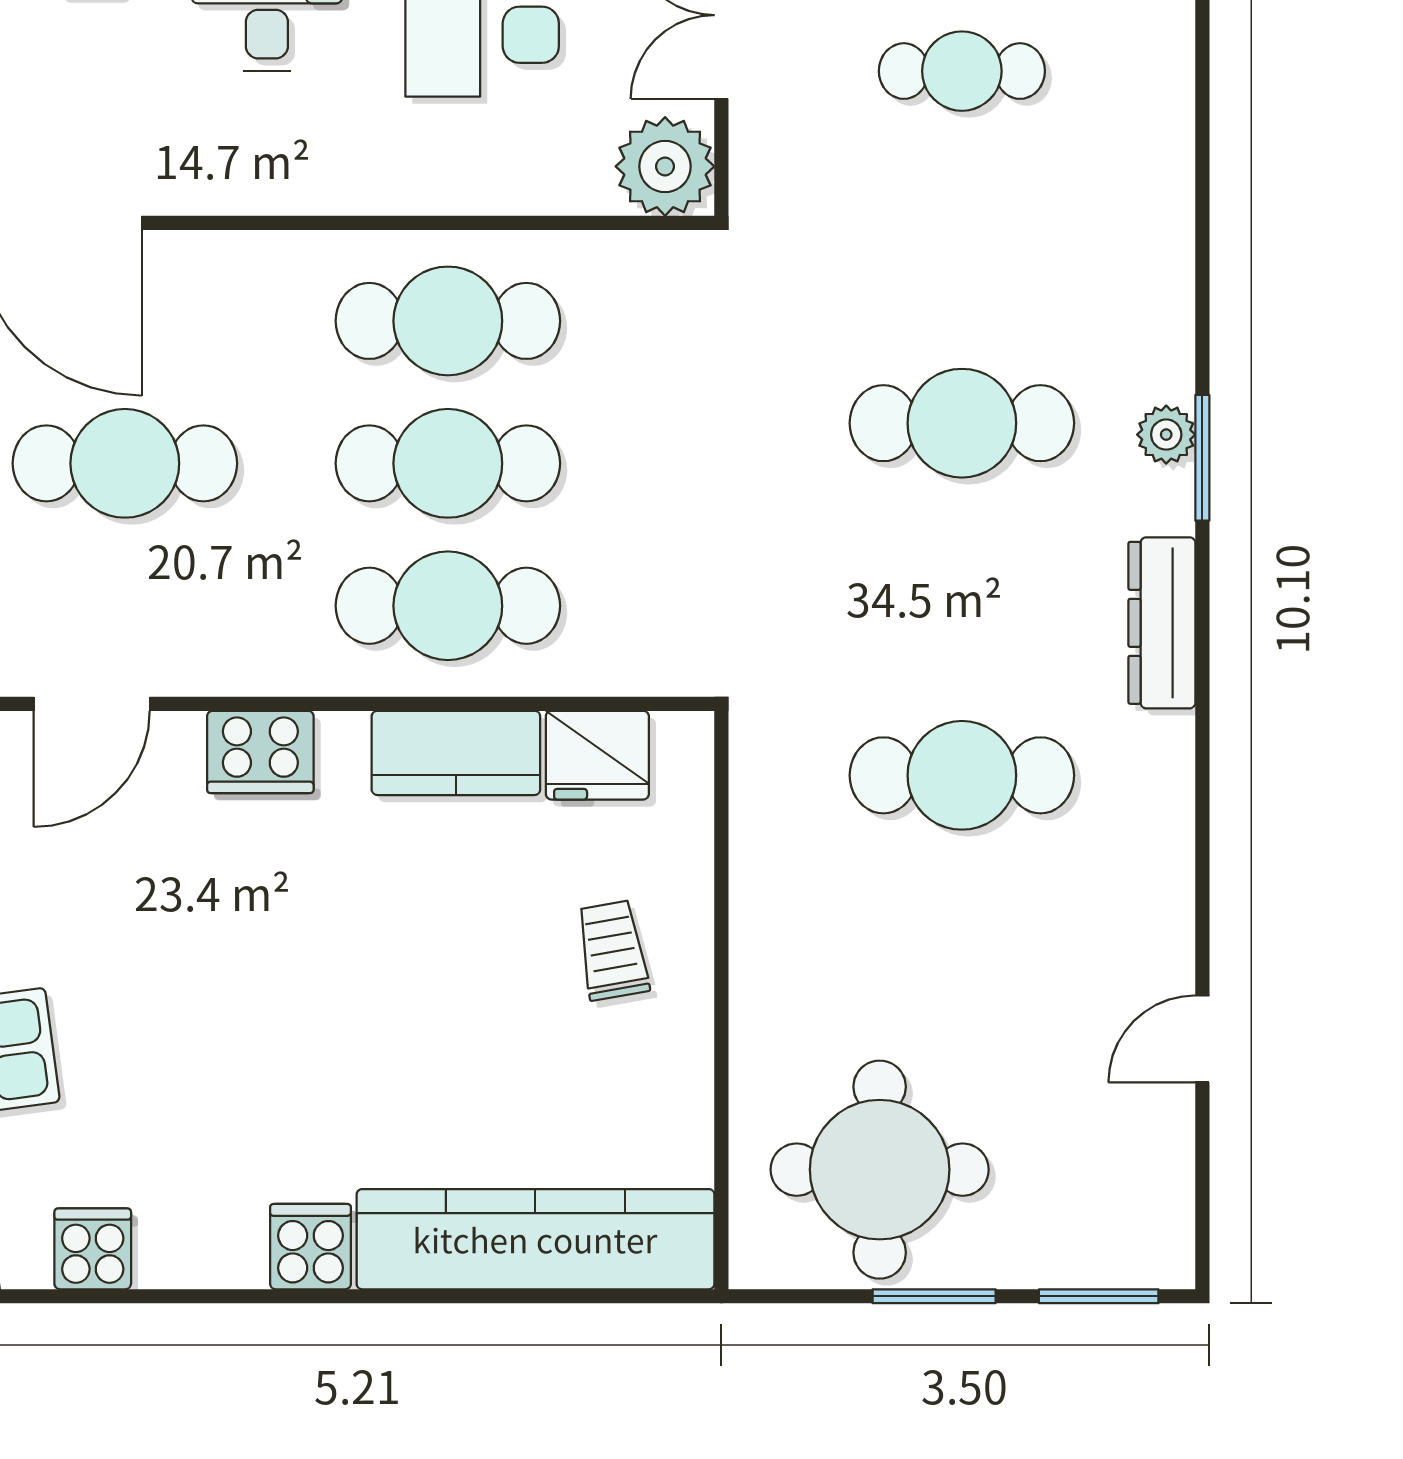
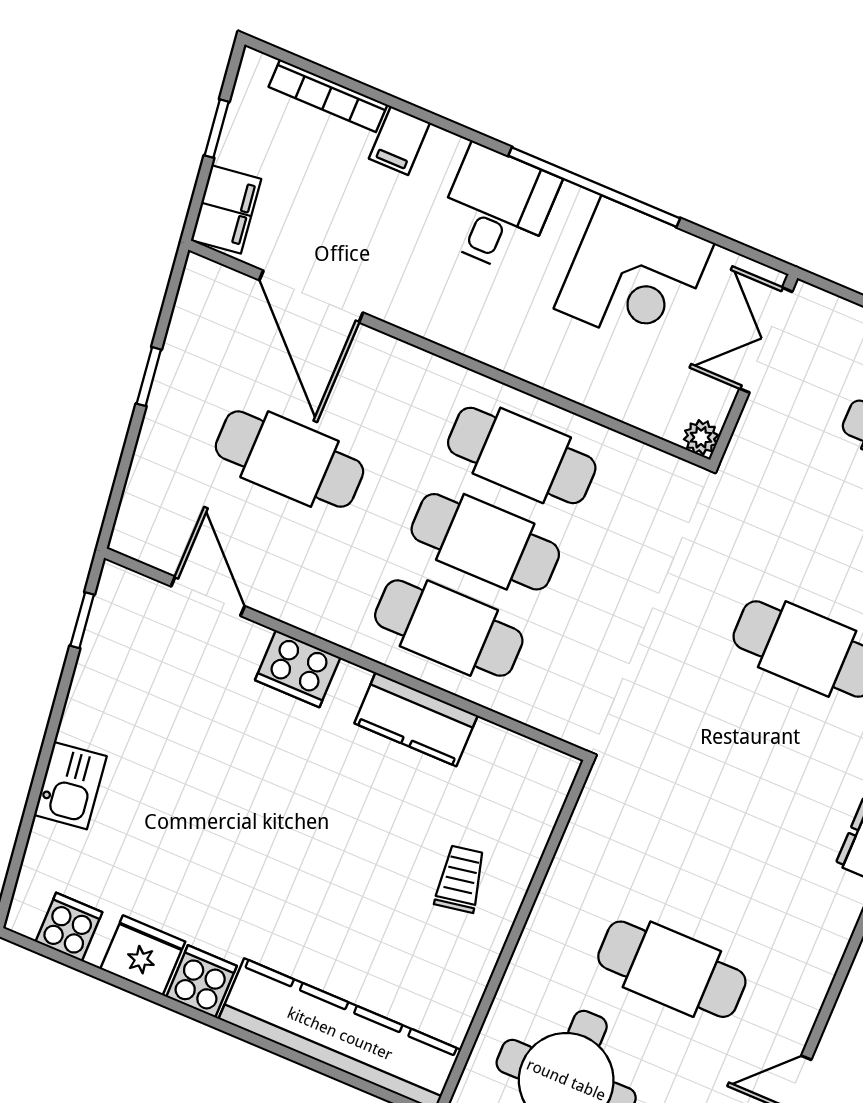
plant: (665, 166) -> (701, 437), width x0.53, depth x0.53
door: (92, 704) -> (208, 596), swing flipped
fridge: (597, 755) -> (143, 955), moved, turned 180
cafe table: (962, 775) -> (672, 969), moved

